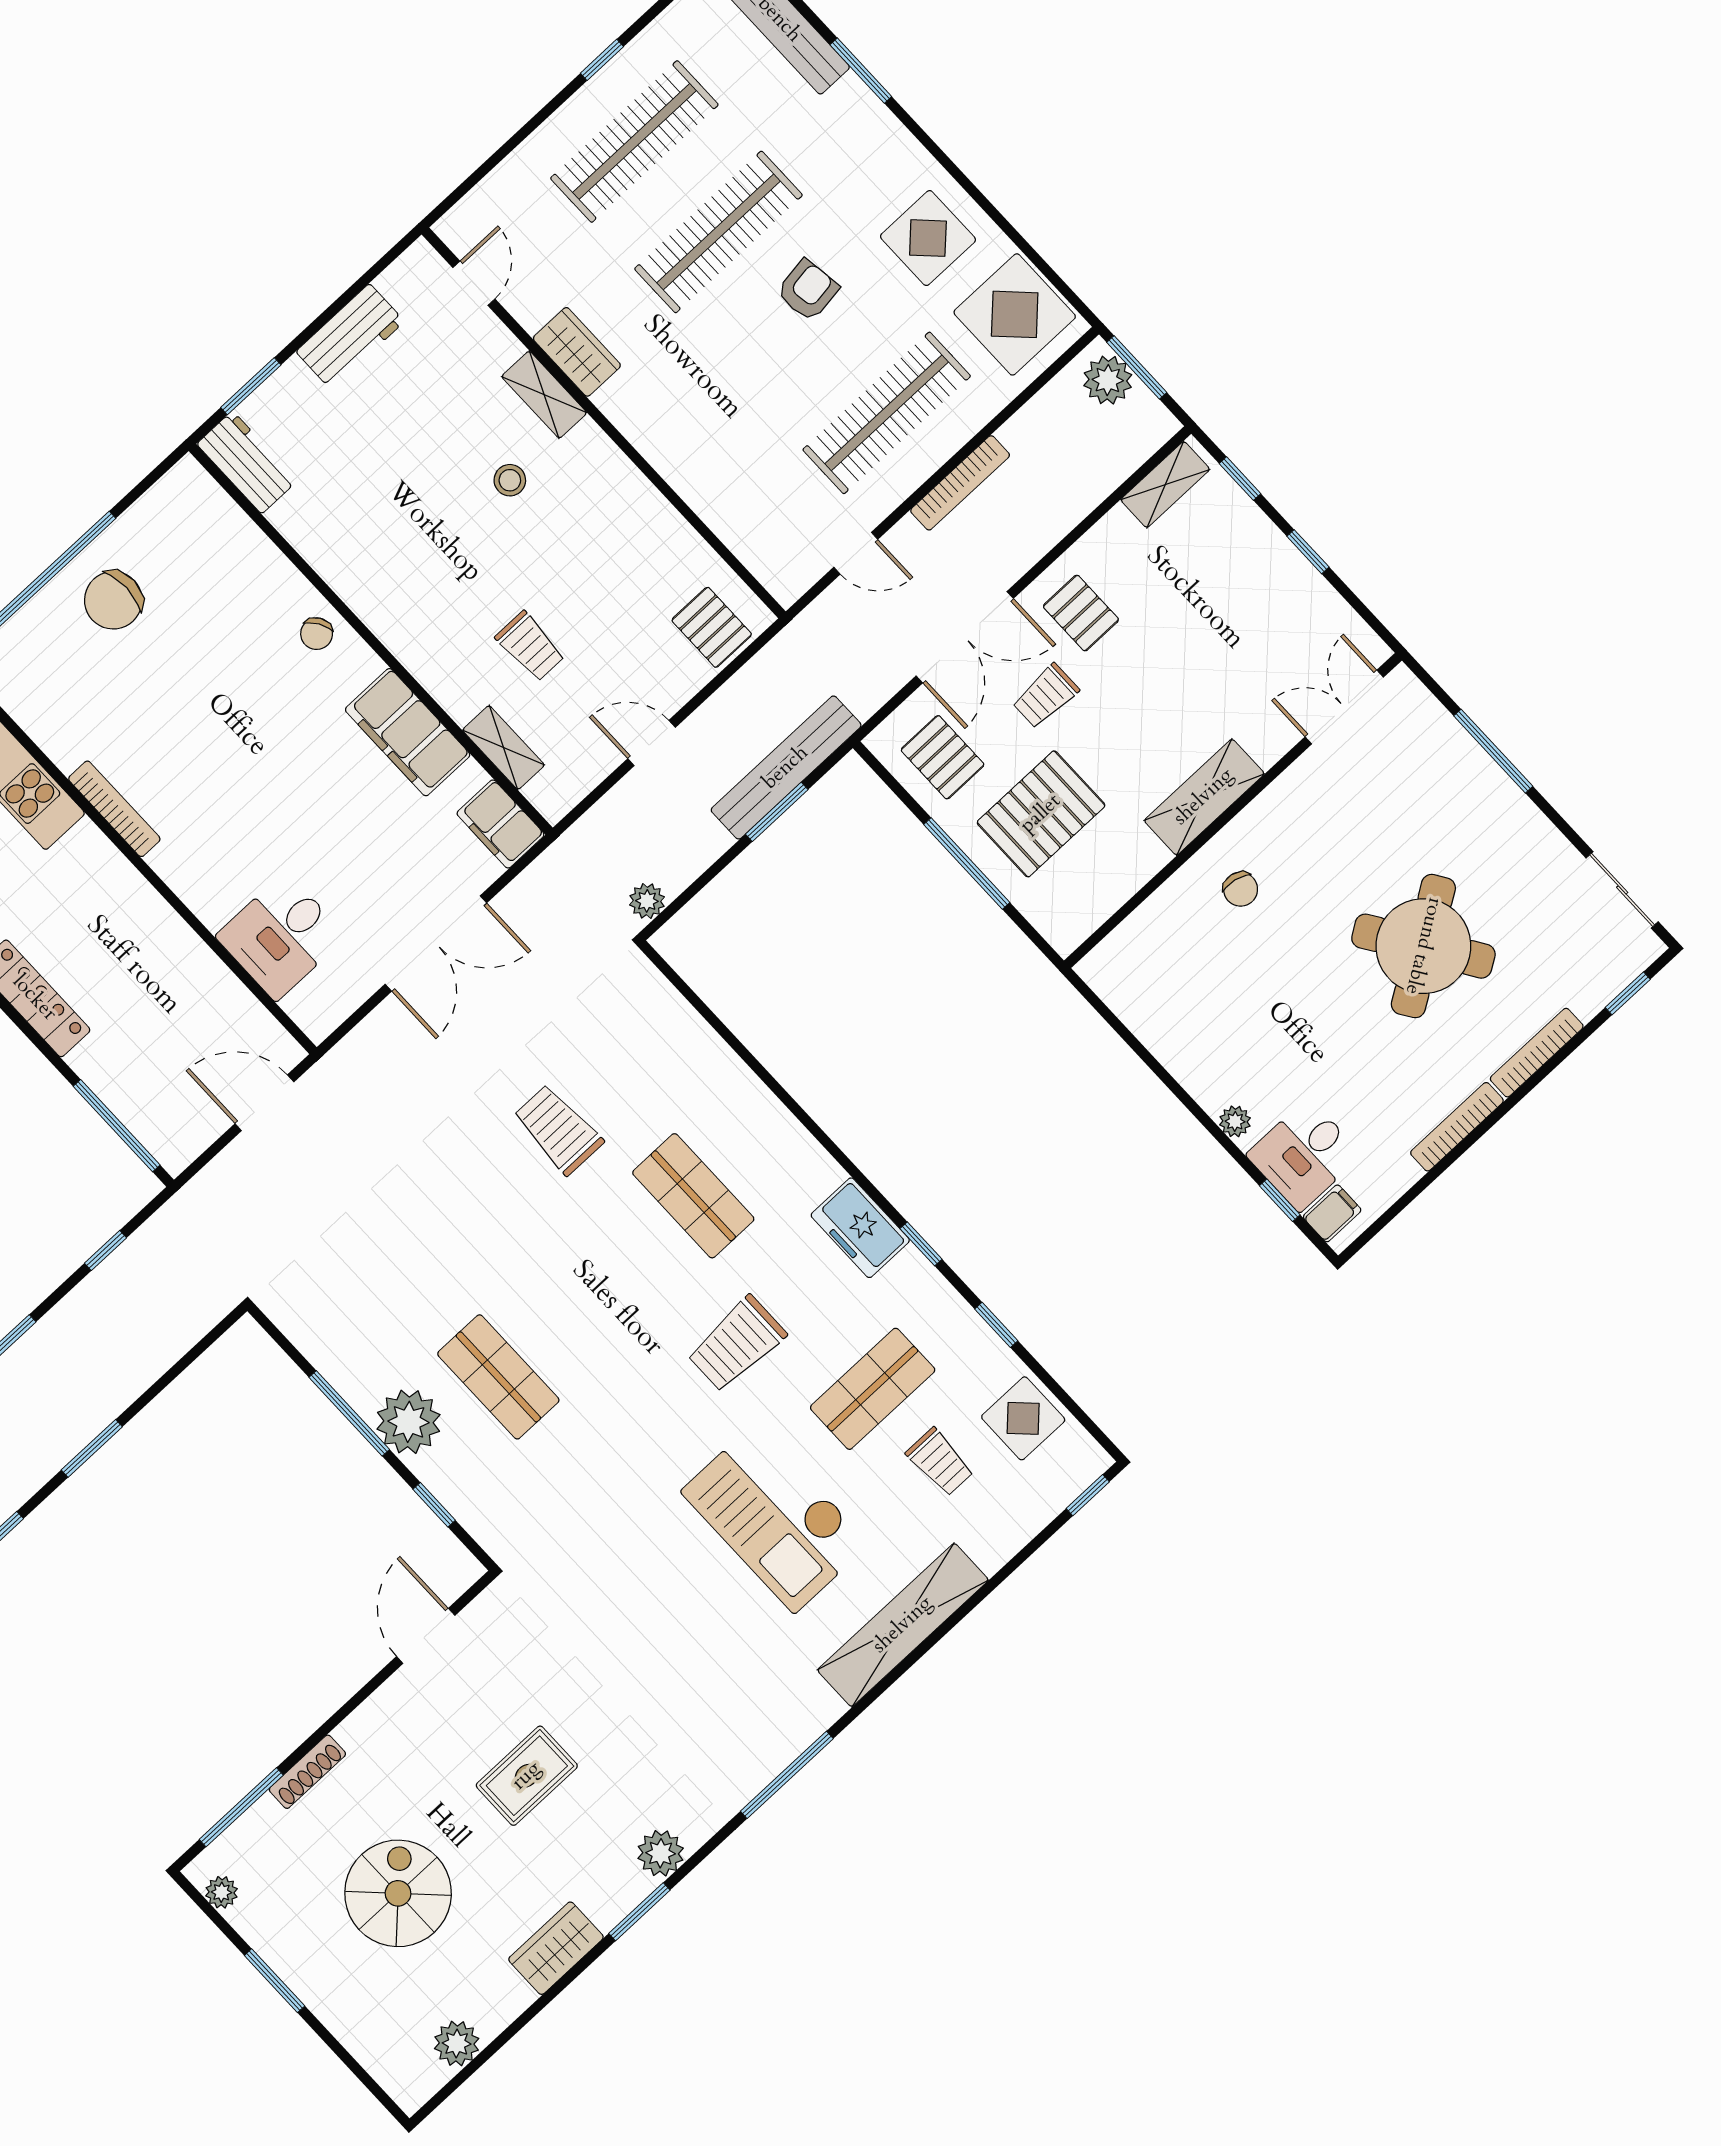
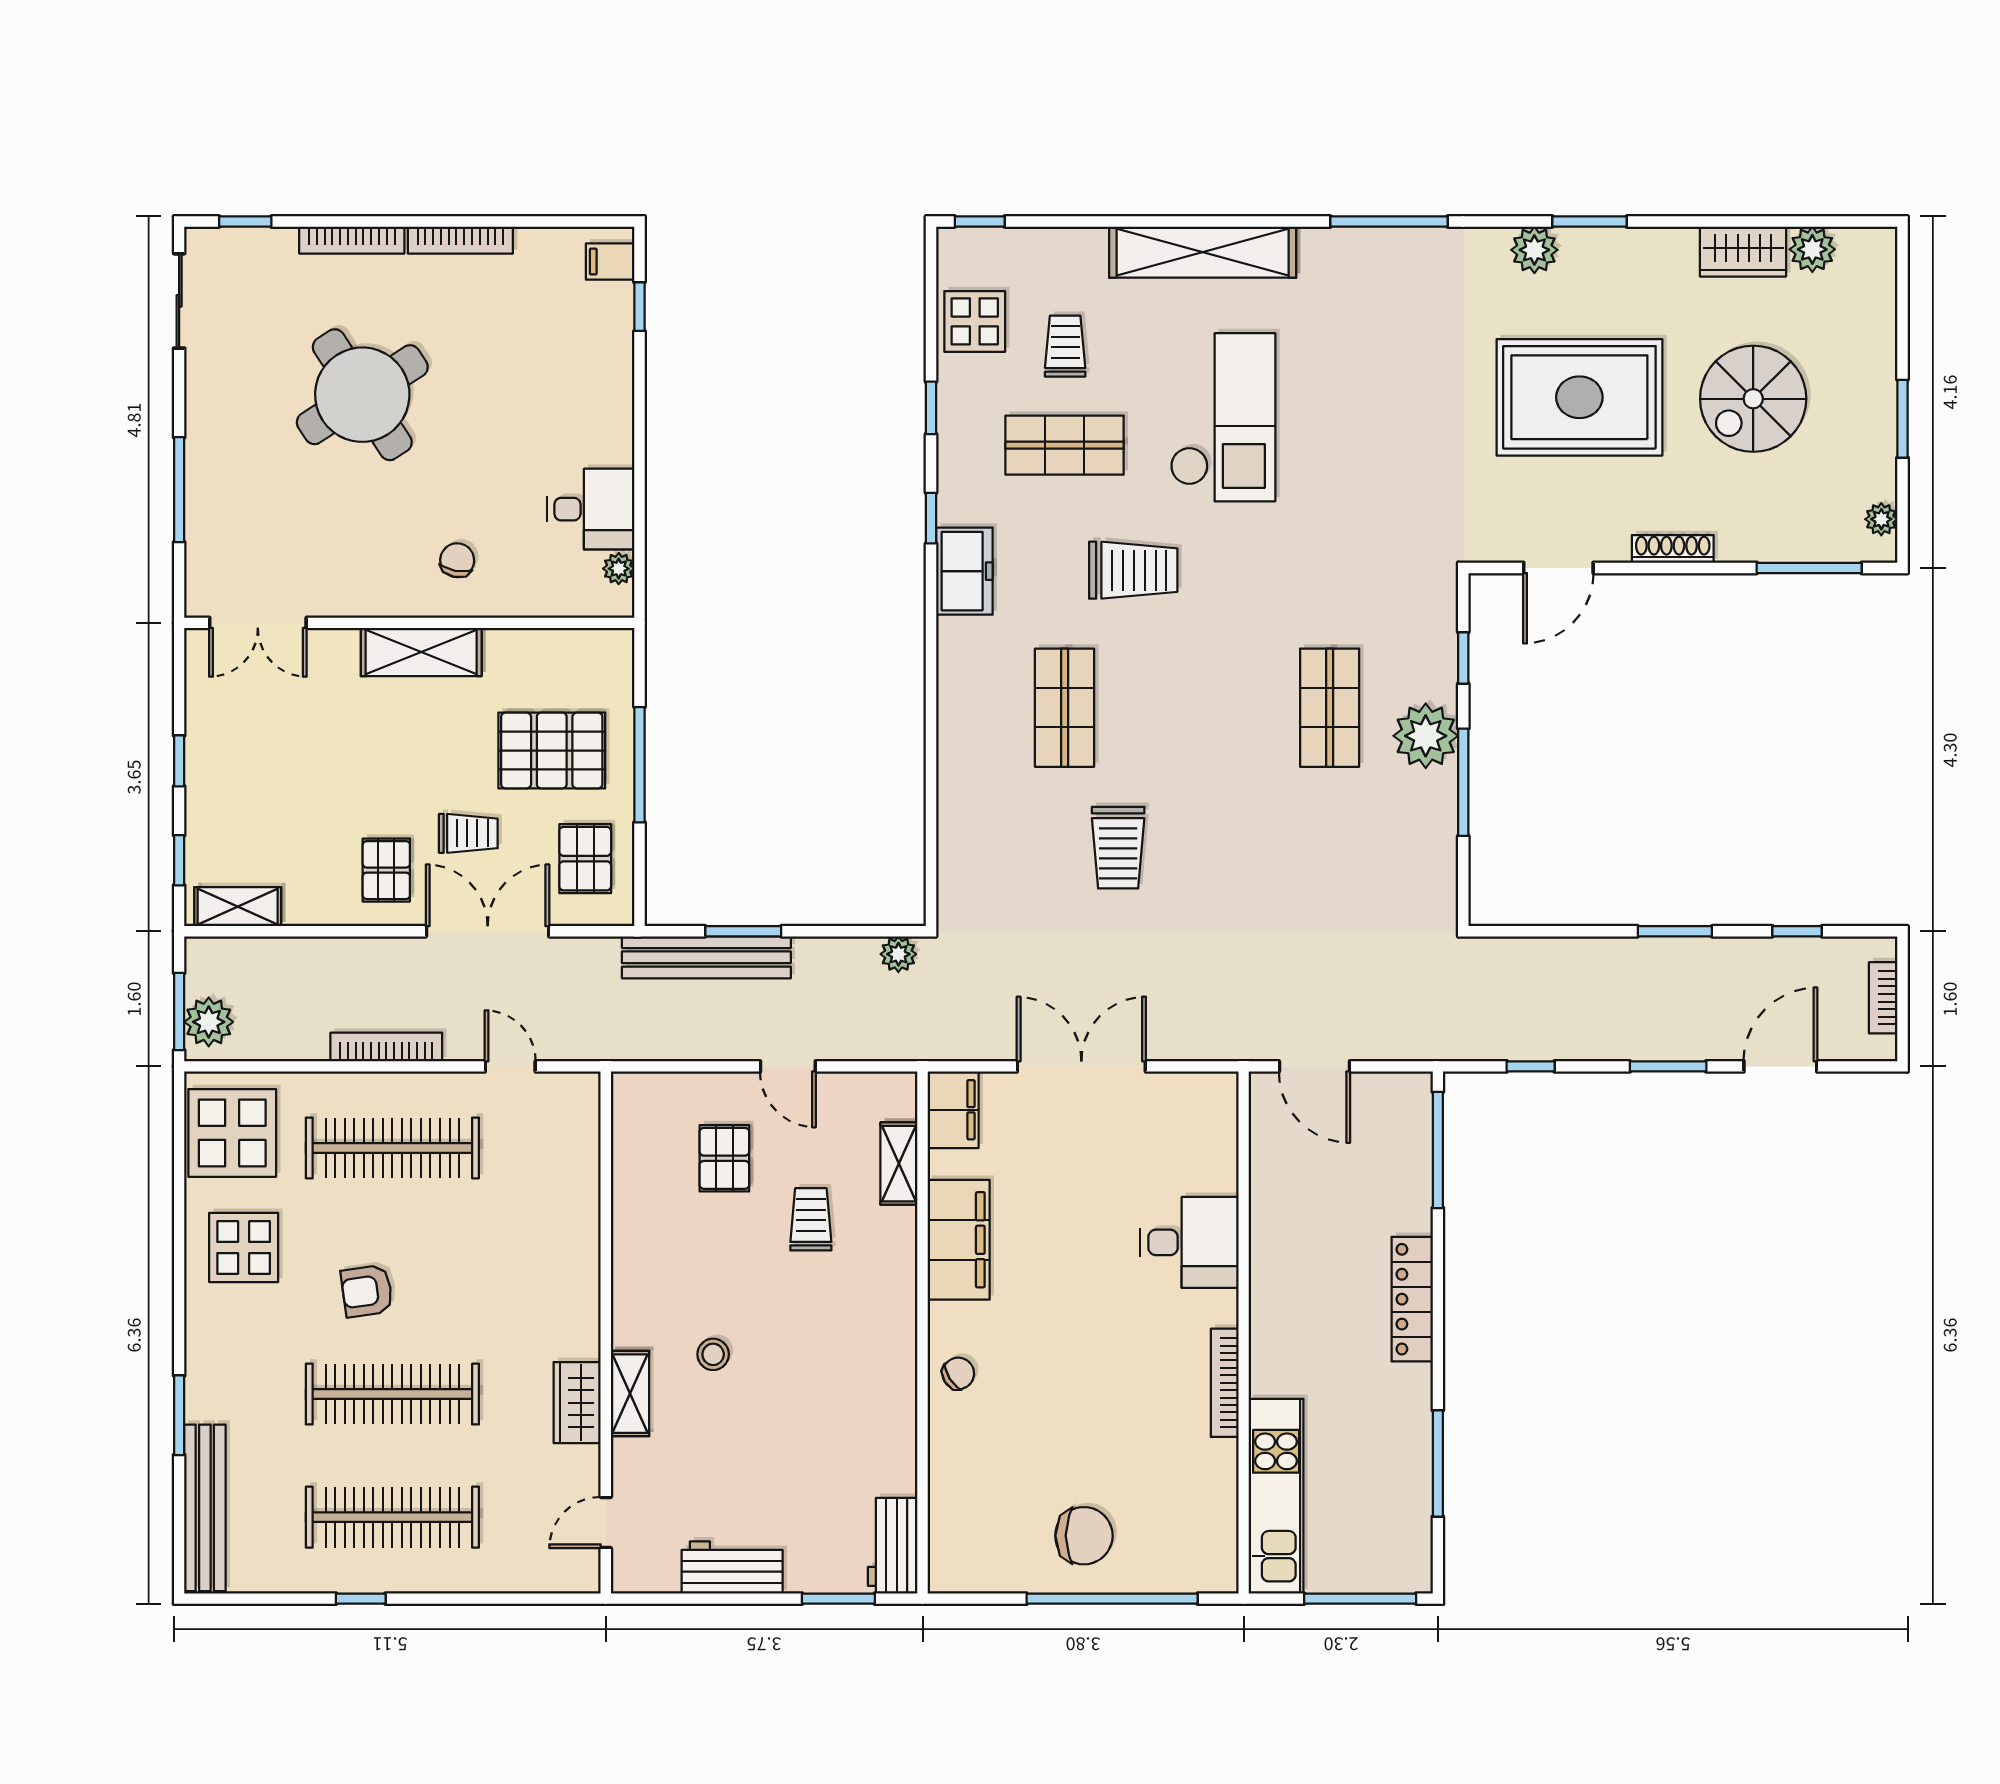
pallet: (712, 627) -> (724, 1158), moved
desk: (281, 936) -> (1189, 1242), moved
plant: (1235, 1121) -> (619, 569), moved
desk: (1304, 1155) -> (591, 509), moved
shoe rack: (307, 1772) -> (1673, 549), moved
rug: (527, 1776) -> (1579, 397), width x1.86, depth x2.06
wardrobe: (556, 1948) -> (1743, 252), moved

